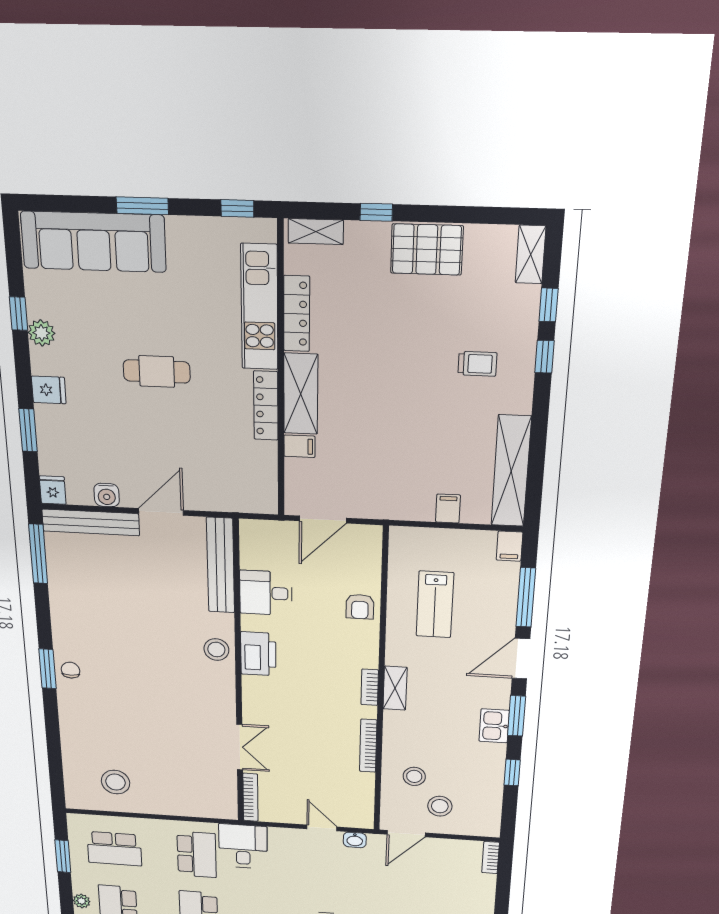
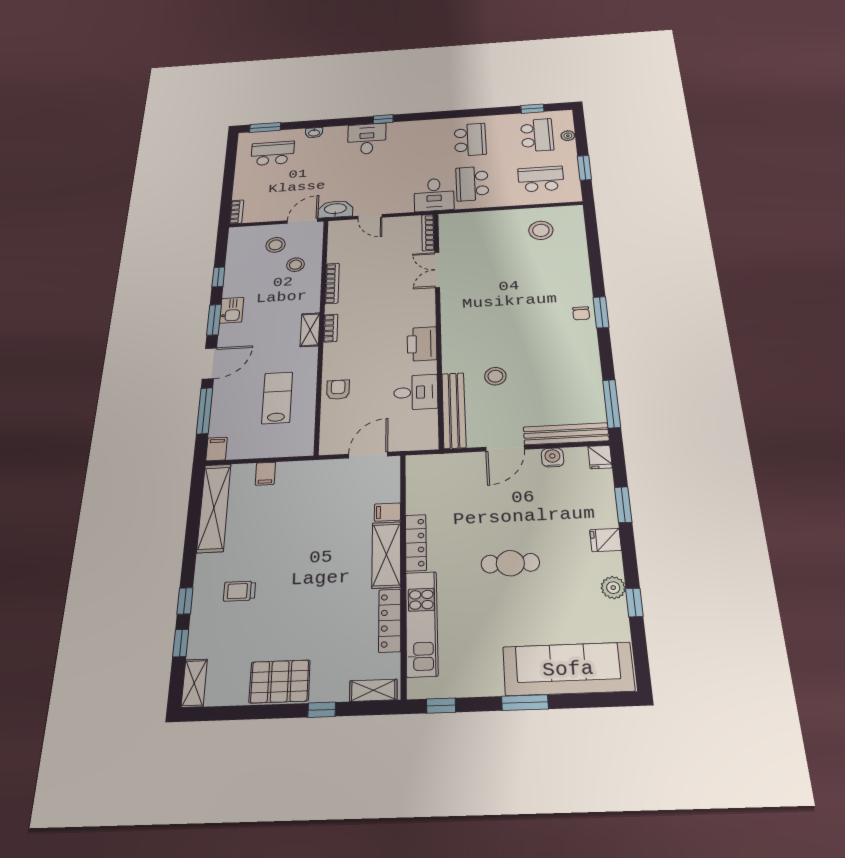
stool: (216, 649) -> (495, 376), moved
washbasin: (355, 840) -> (335, 209), width x1.91, depth x1.45

